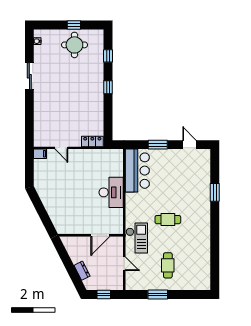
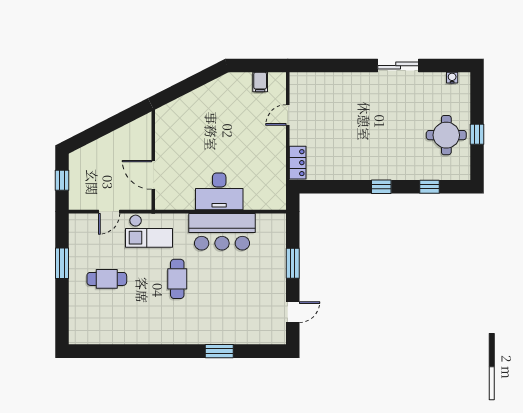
filing cabinet: (40, 154) -> (260, 82), moved
bar counter: (137, 171) -> (222, 232), moved
dresser: (82, 271) -> (99, 147), removed

